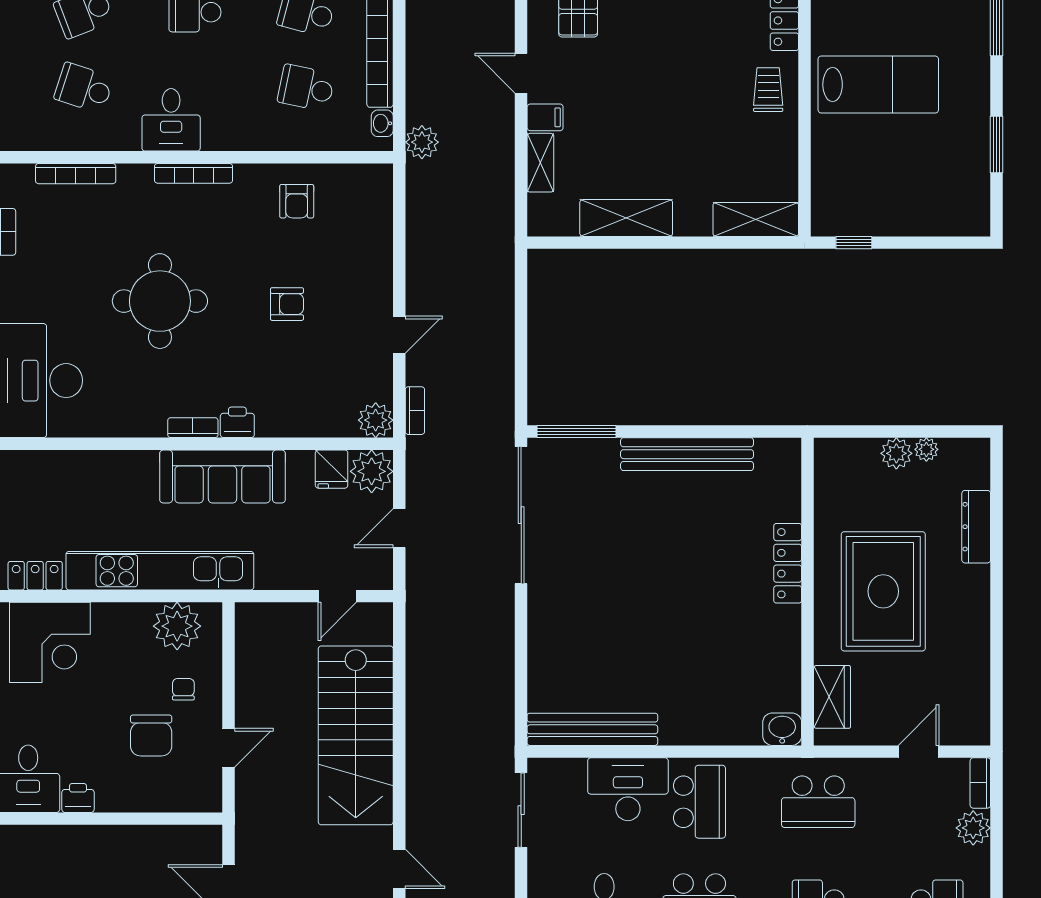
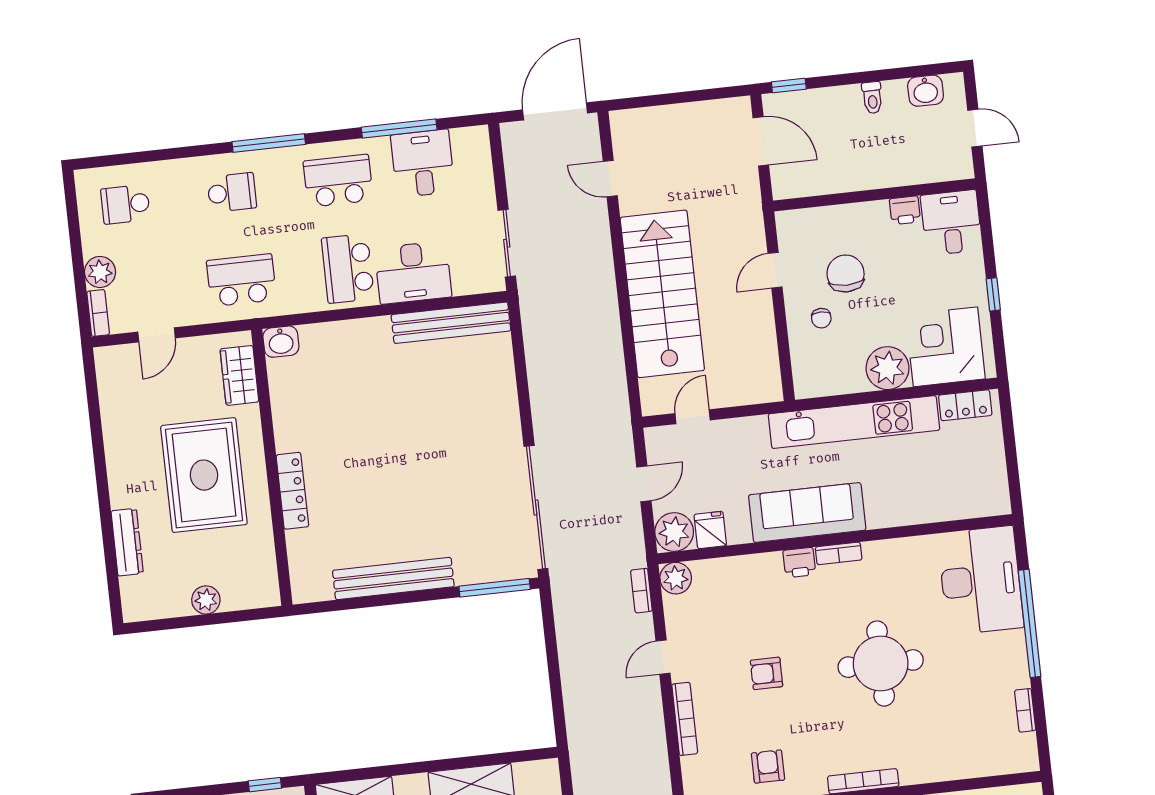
bookcase: (76, 174) -> (685, 719), moved, turned 90
plant: (926, 449) -> (179, 606), removed
plant: (177, 626) -> (888, 368), moved

